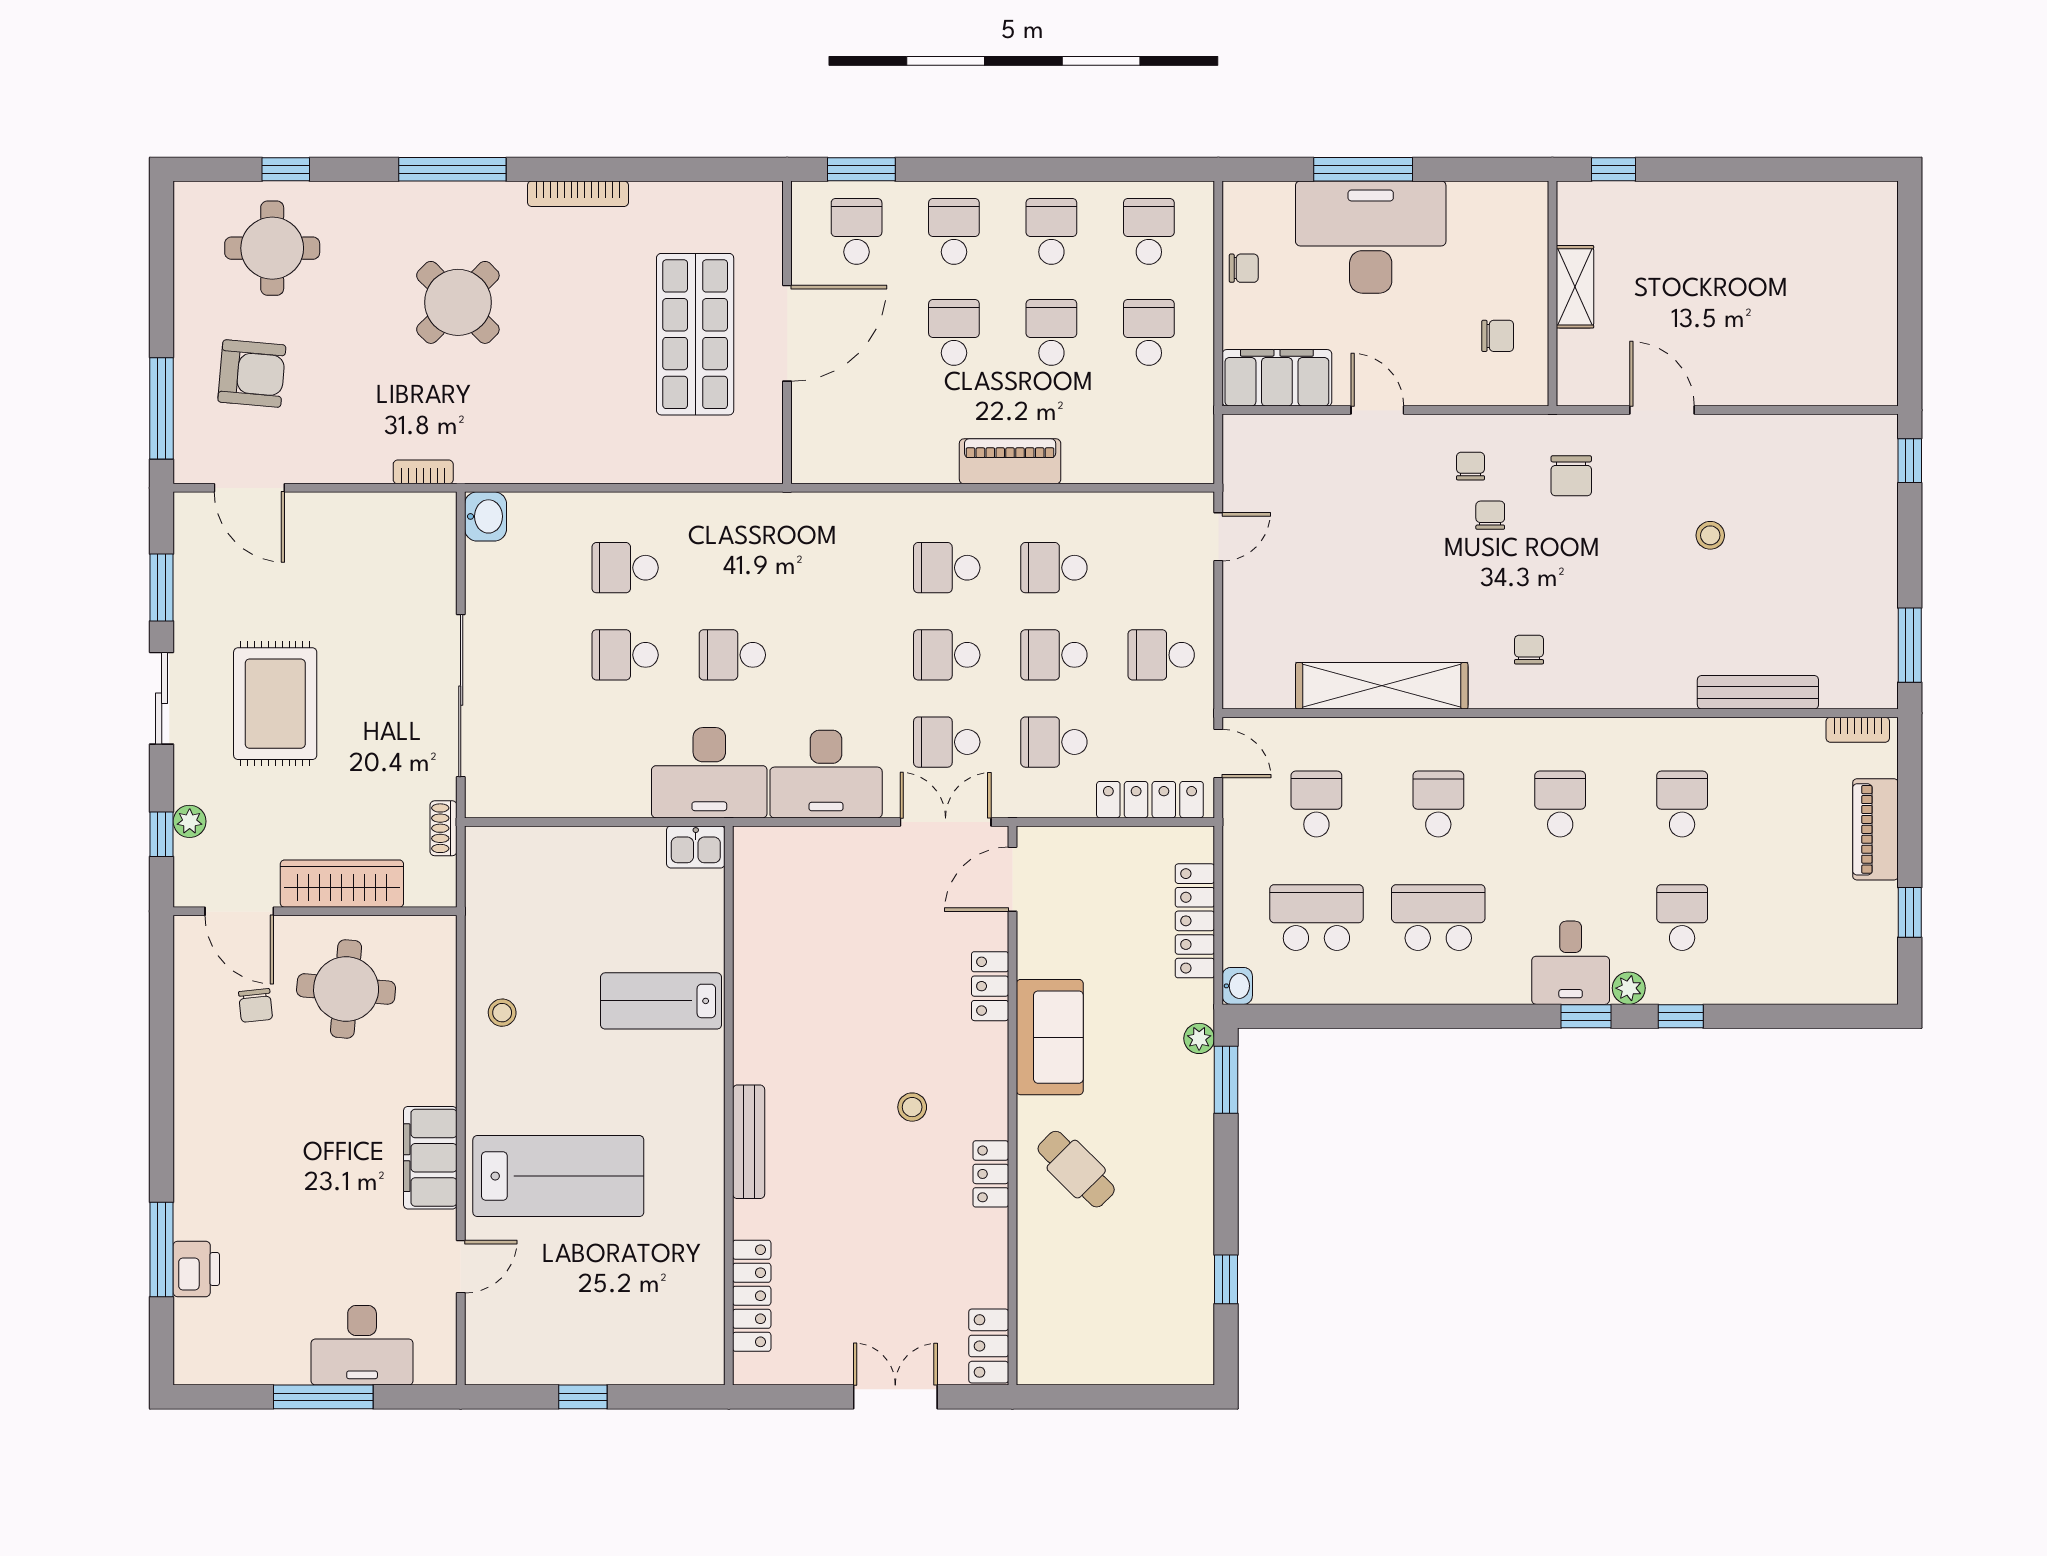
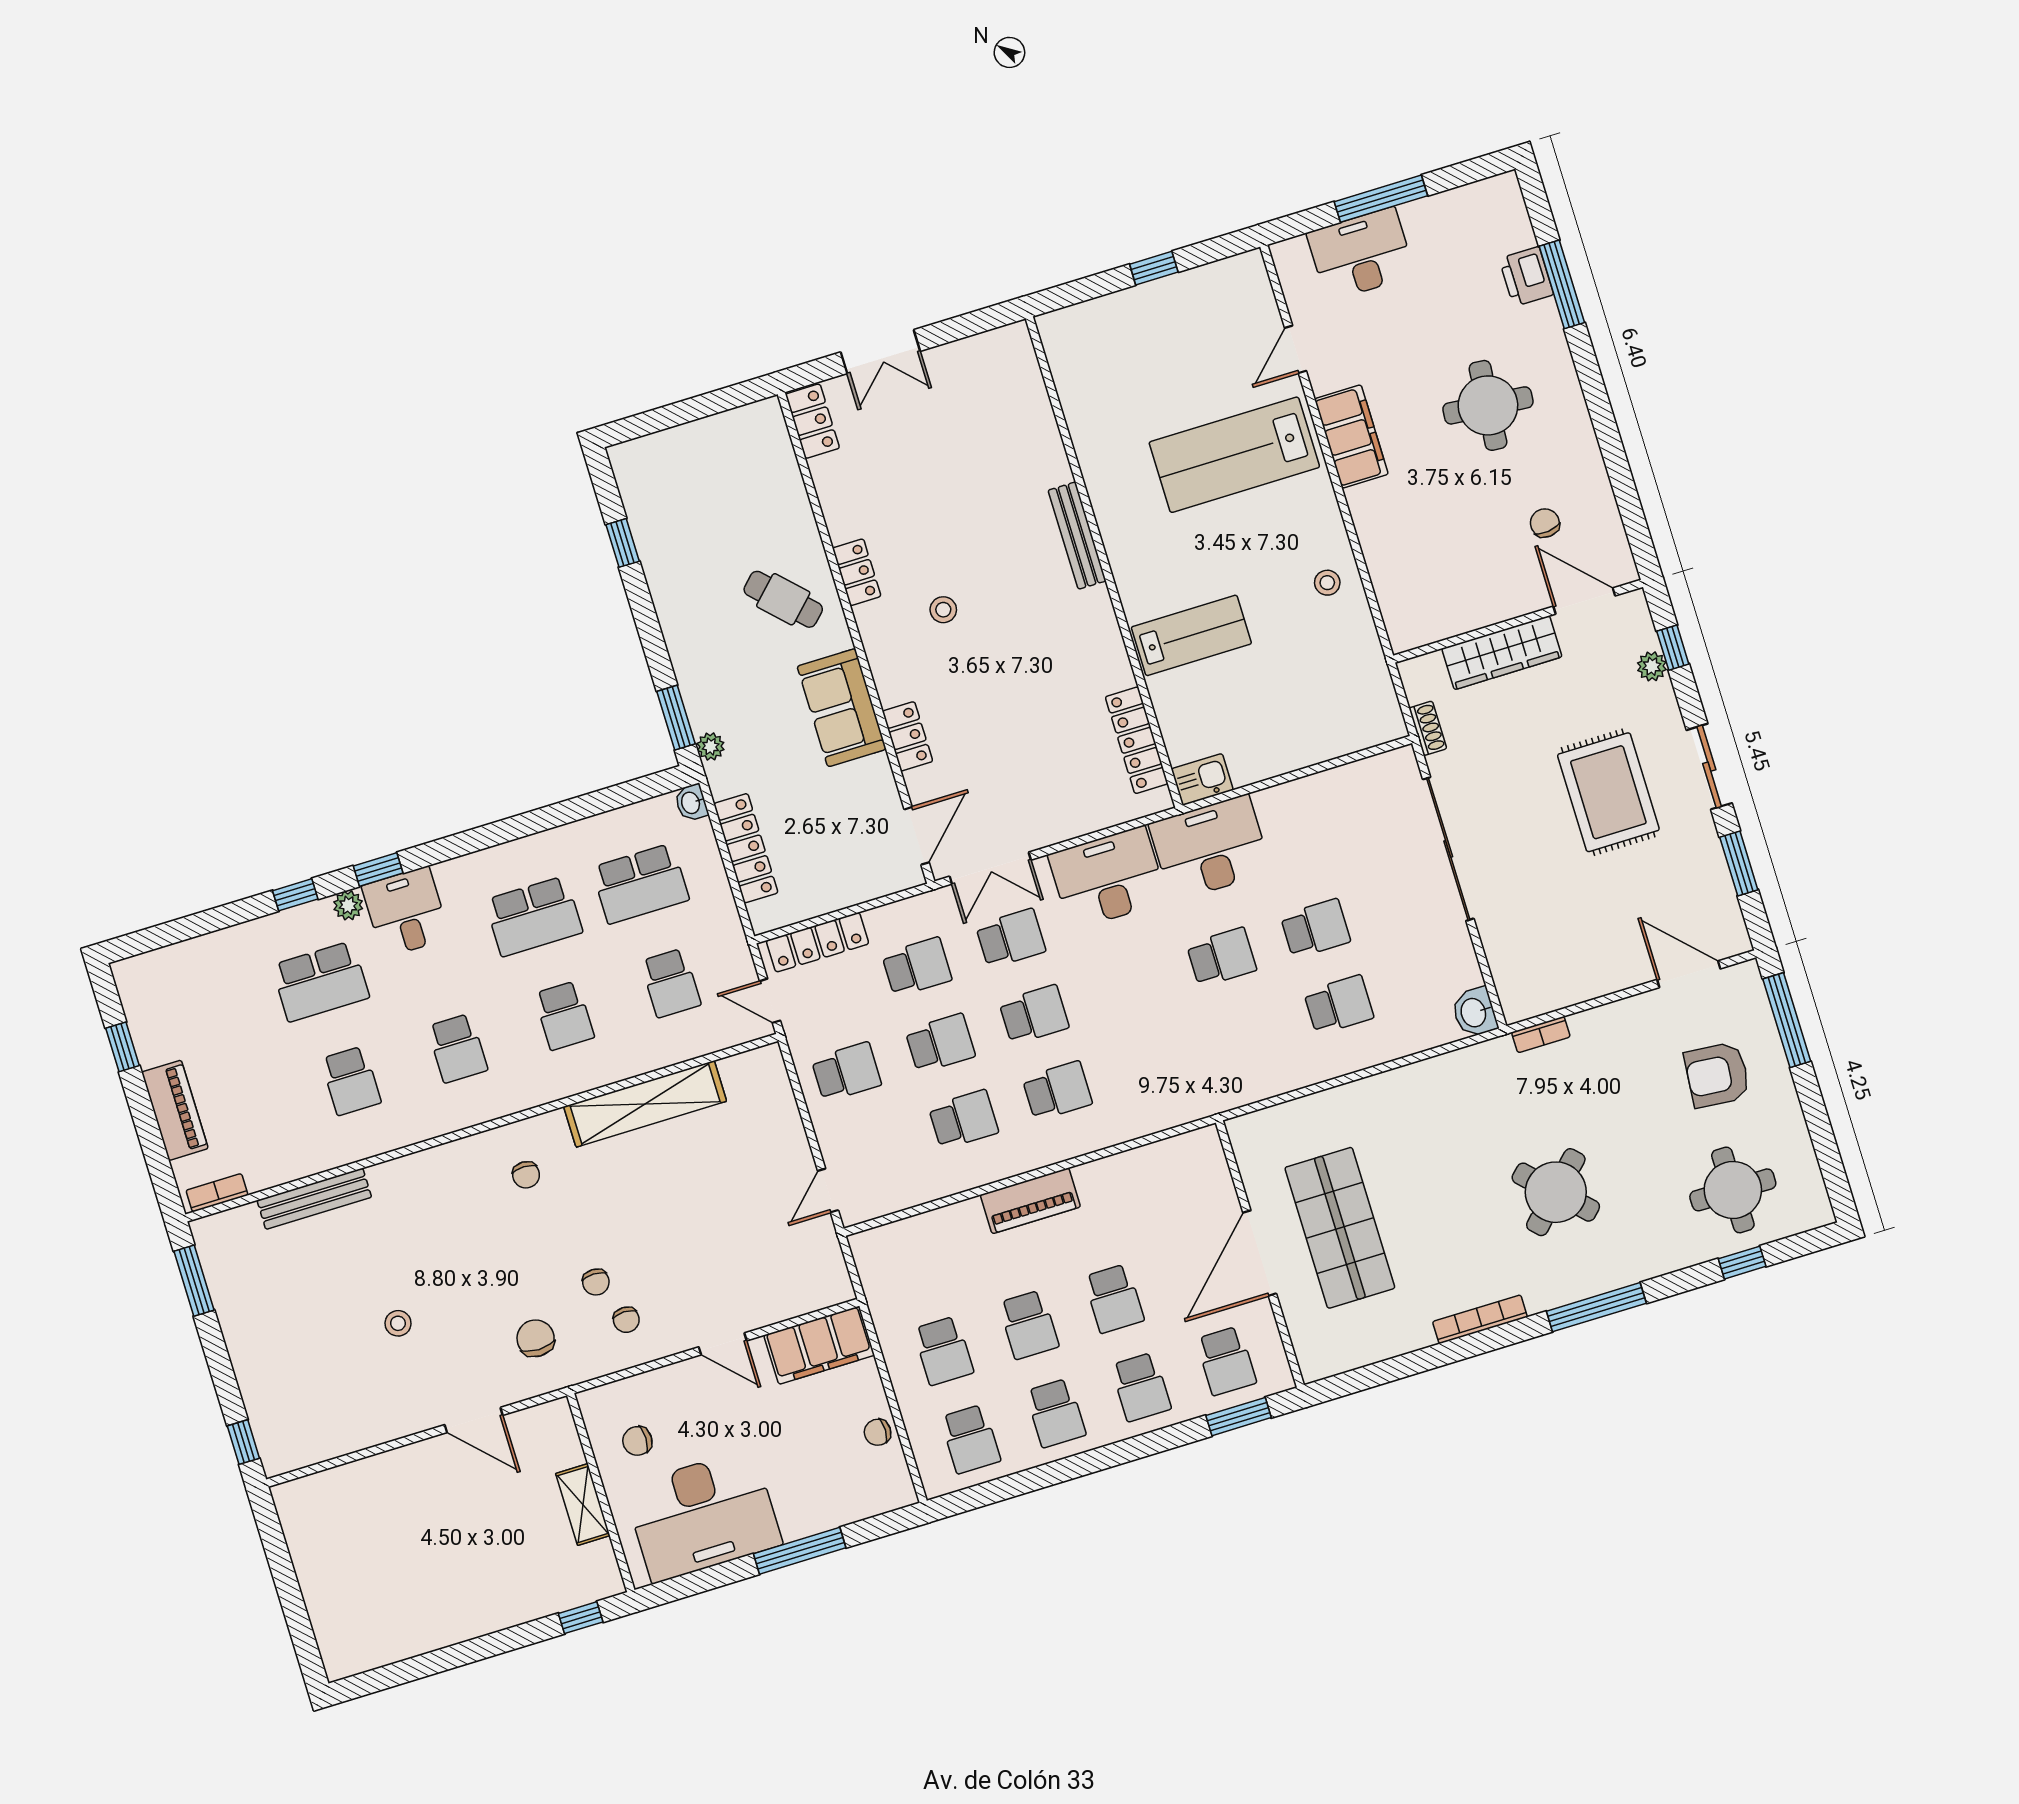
desk: (1371, 237) -> (703, 1515), moved
school desk: (1682, 918) -> (320, 981), width x1.85
round table: (346, 989) -> (1488, 405), moved
locker: (752, 1296) -> (1137, 740), moved

